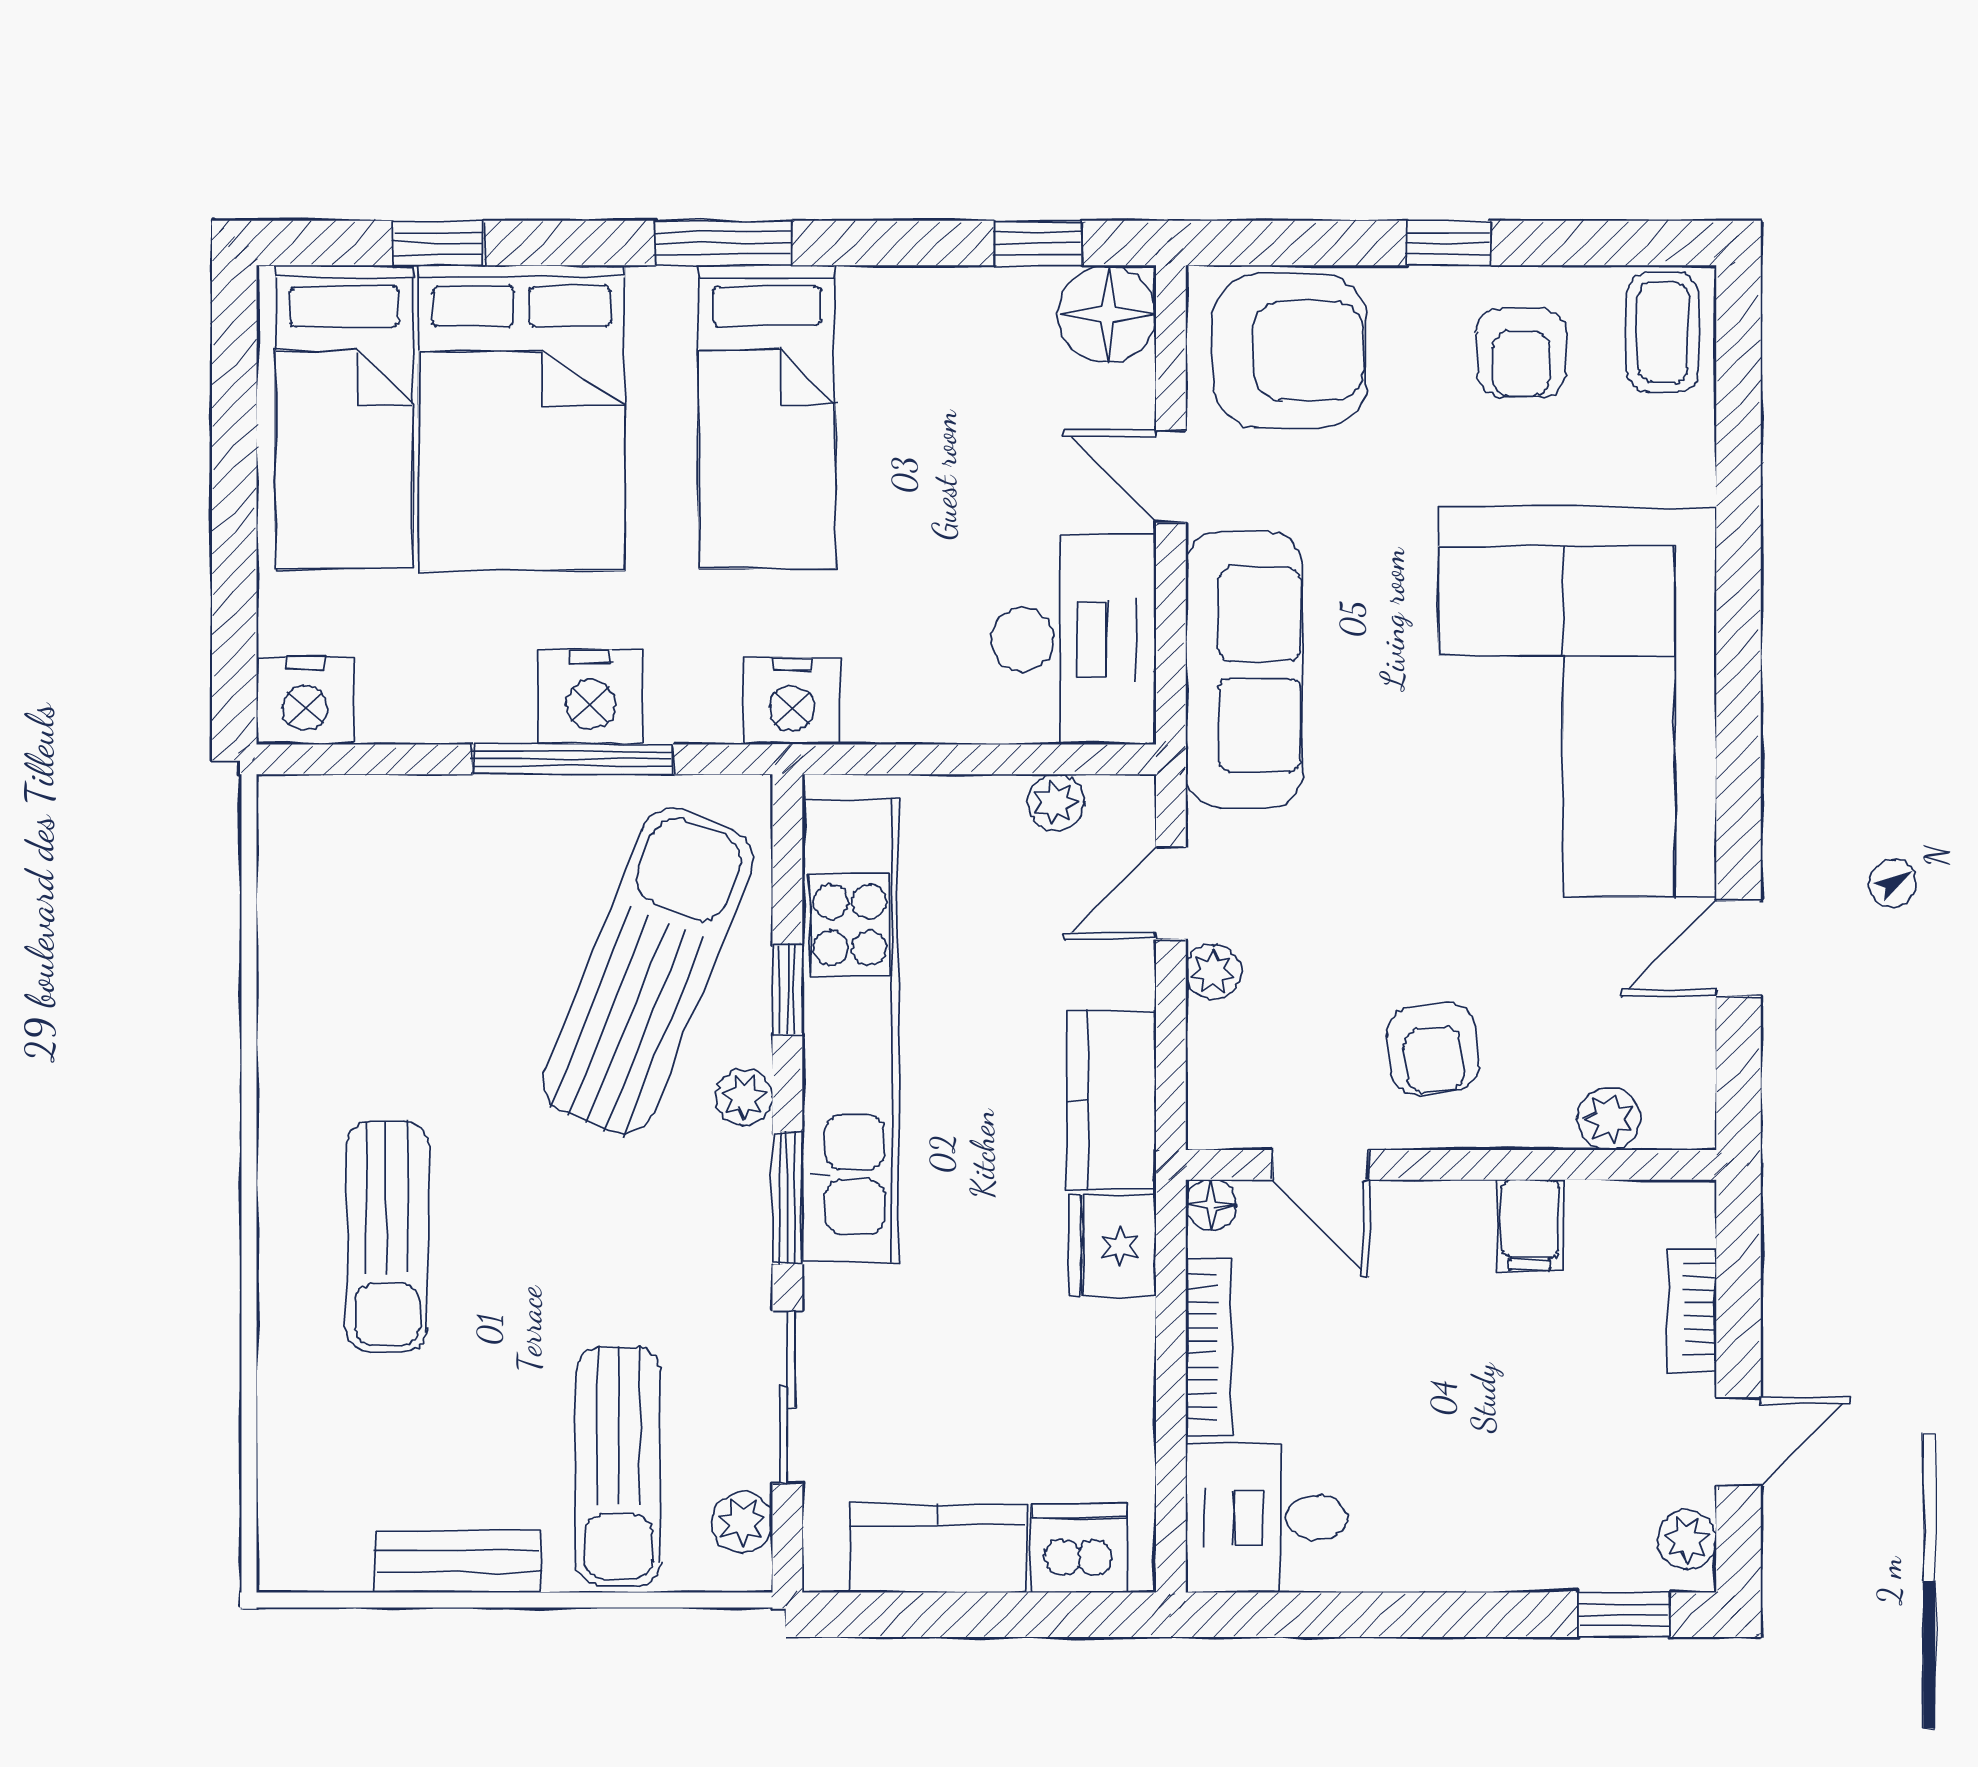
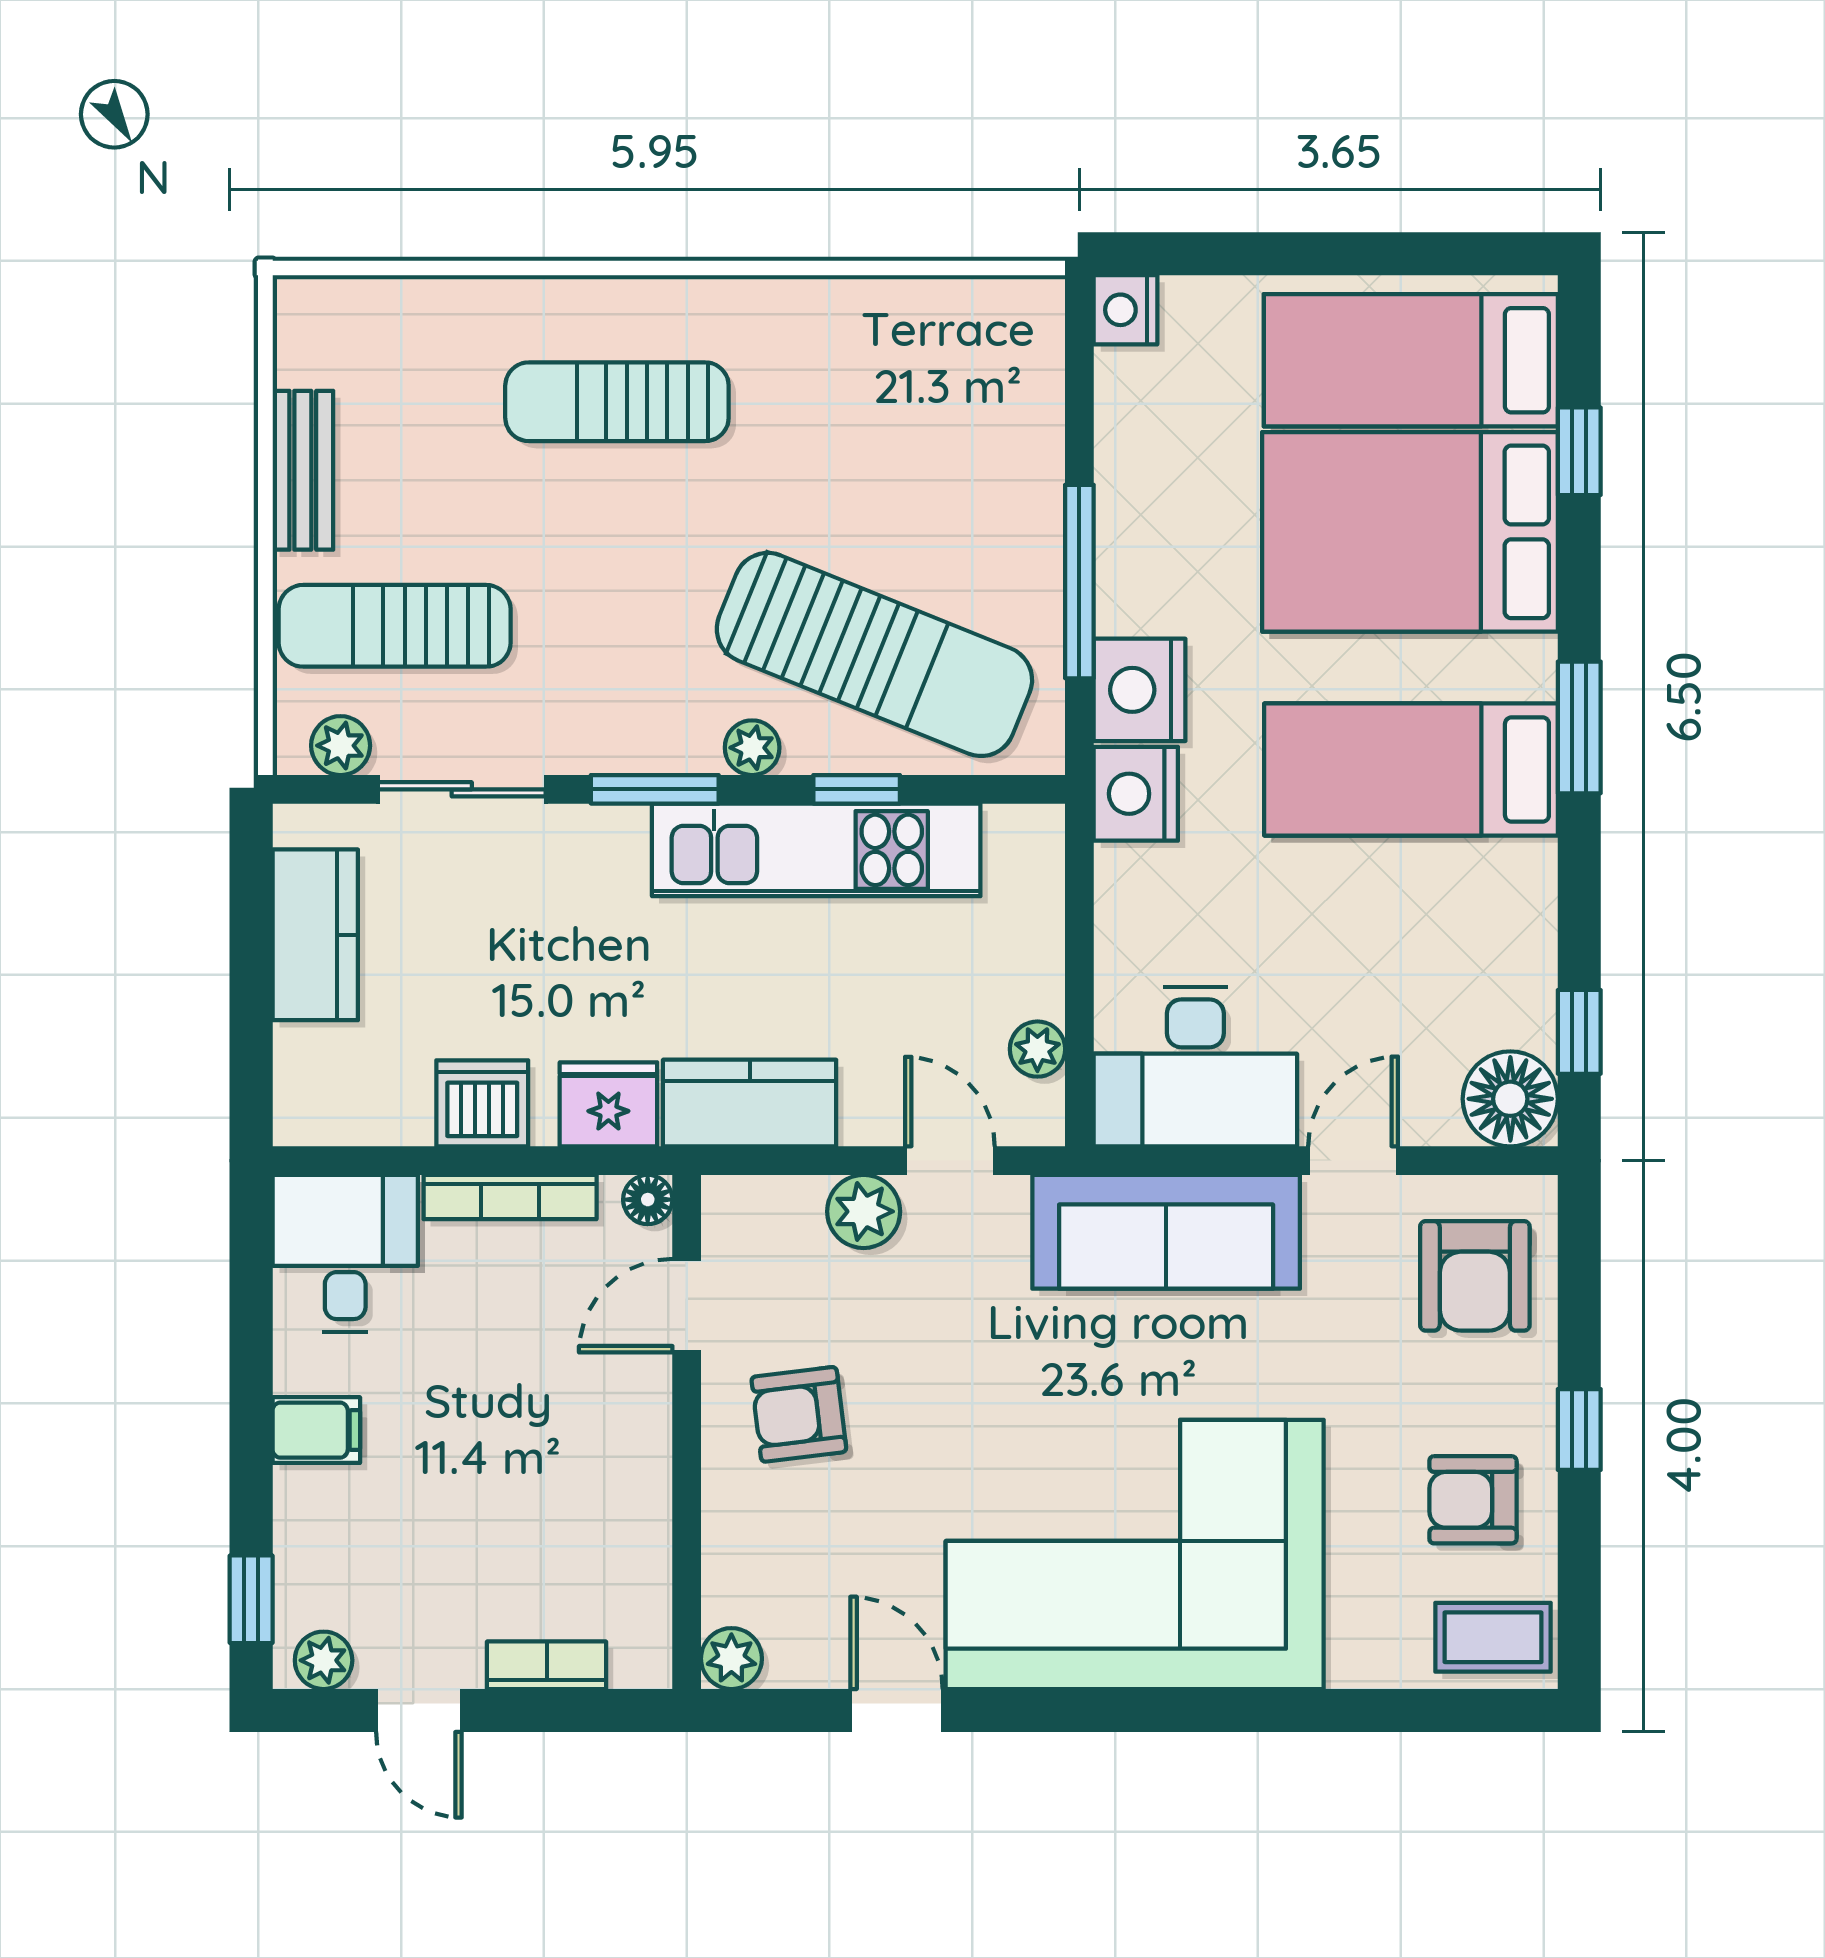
armchair: (1290, 351) -> (1475, 1276), width x0.73, depth x0.73
nightstand: (591, 697) -> (1140, 690), moved
nightstand: (305, 701) -> (1126, 310), width x0.74, depth x0.75
plant: (1213, 972) -> (864, 1211), width x1.38, depth x1.38
kitchen unit: (850, 1031) -> (816, 850), width x0.73
plant: (1609, 1119) -> (731, 1659), moved
filing cabinet: (1530, 1225) -> (316, 1430), moved, turned 180
dishwasher: (1079, 1548) -> (482, 1103), moved, turned -90

